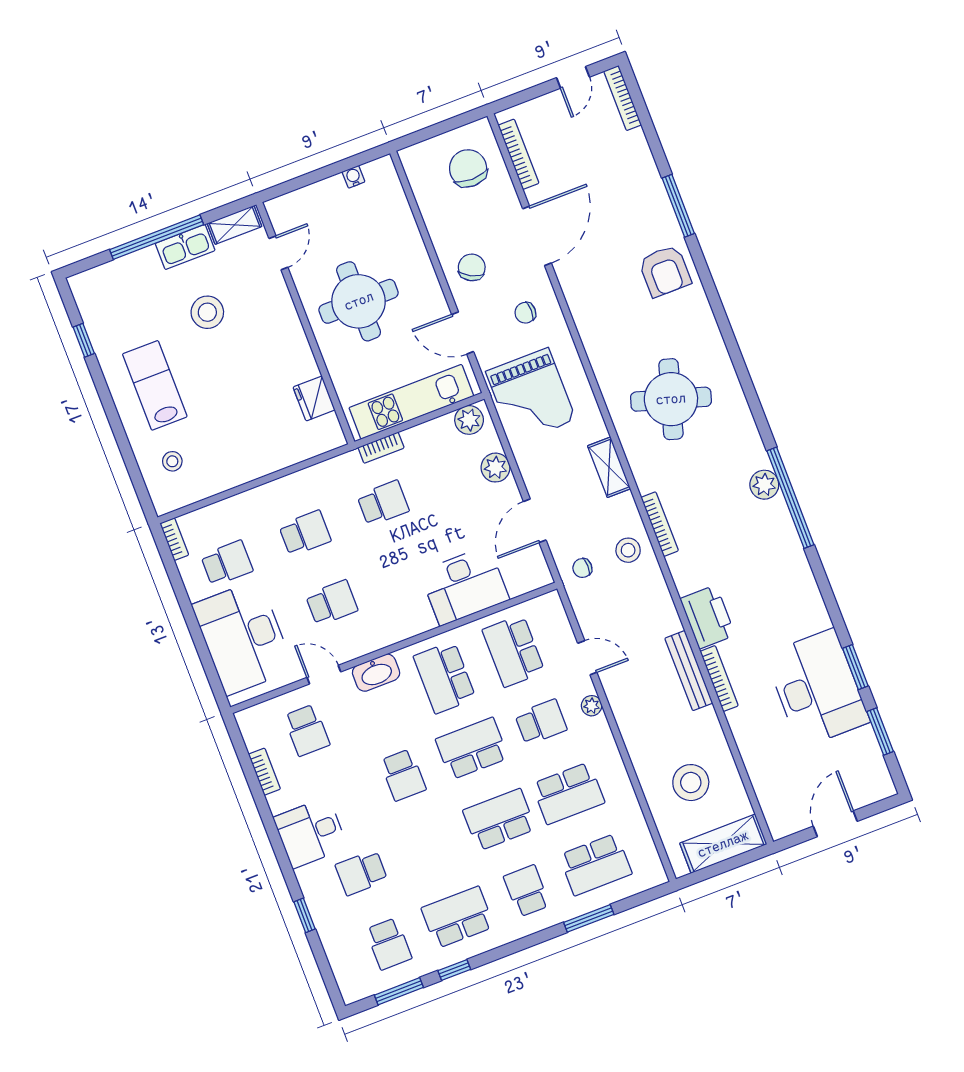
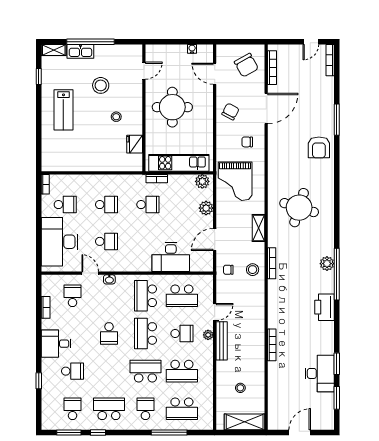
chair: (468, 168) -> (246, 65), turned 151
shelving: (235, 225) -> (54, 50), moved
kitchen sink: (185, 247) -> (80, 51), moved
door: (463, 333) -> (215, 74), moved
lab bench: (155, 385) -> (63, 110), turned 180
stool: (172, 461) -> (116, 117), moved
printer: (708, 617) -> (324, 307), moved, turned 180
school desk: (514, 651) -> (182, 296), turned -90
door: (587, 658) -> (215, 312), hinge flipped
bench: (689, 671) -> (222, 341), moved
washbasin: (376, 673) -> (109, 279), width x0.52, depth x0.69
desk: (817, 688) -> (320, 373), width x0.73, depth x0.77
school desk: (307, 730) -> (73, 296), turned 180
school desk: (472, 749) -> (145, 333), turned -90
stool: (691, 783) -> (240, 388), width x0.53, depth x0.53
school desk: (361, 873) -> (73, 371), turned 180
window: (589, 918) -> (169, 432), width x1.44
school desk: (389, 944) -> (73, 409), turned 180

